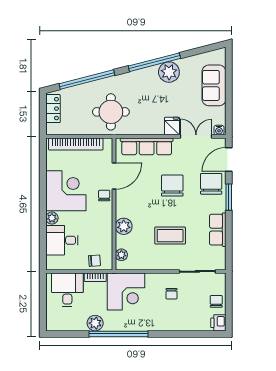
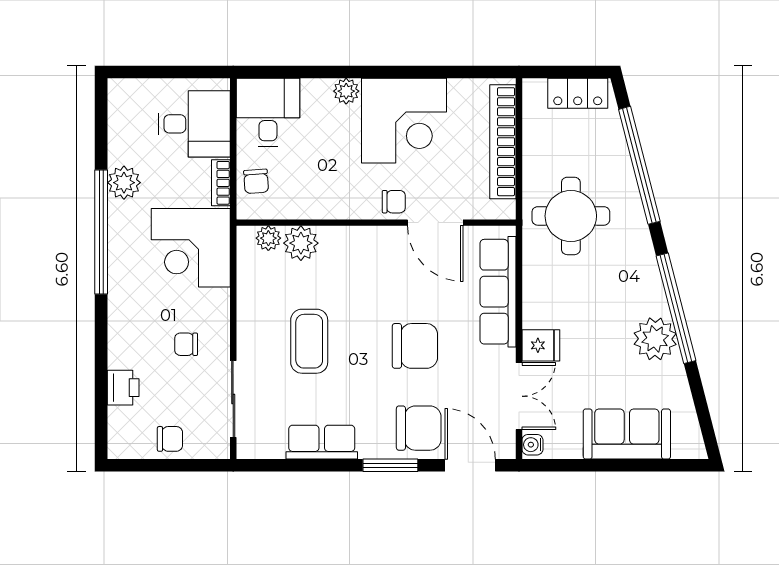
plant: (124, 226) -> (301, 243), moved
desk: (62, 240) -> (268, 112), moved
printer: (218, 323) -> (123, 388), moved, turned 90

